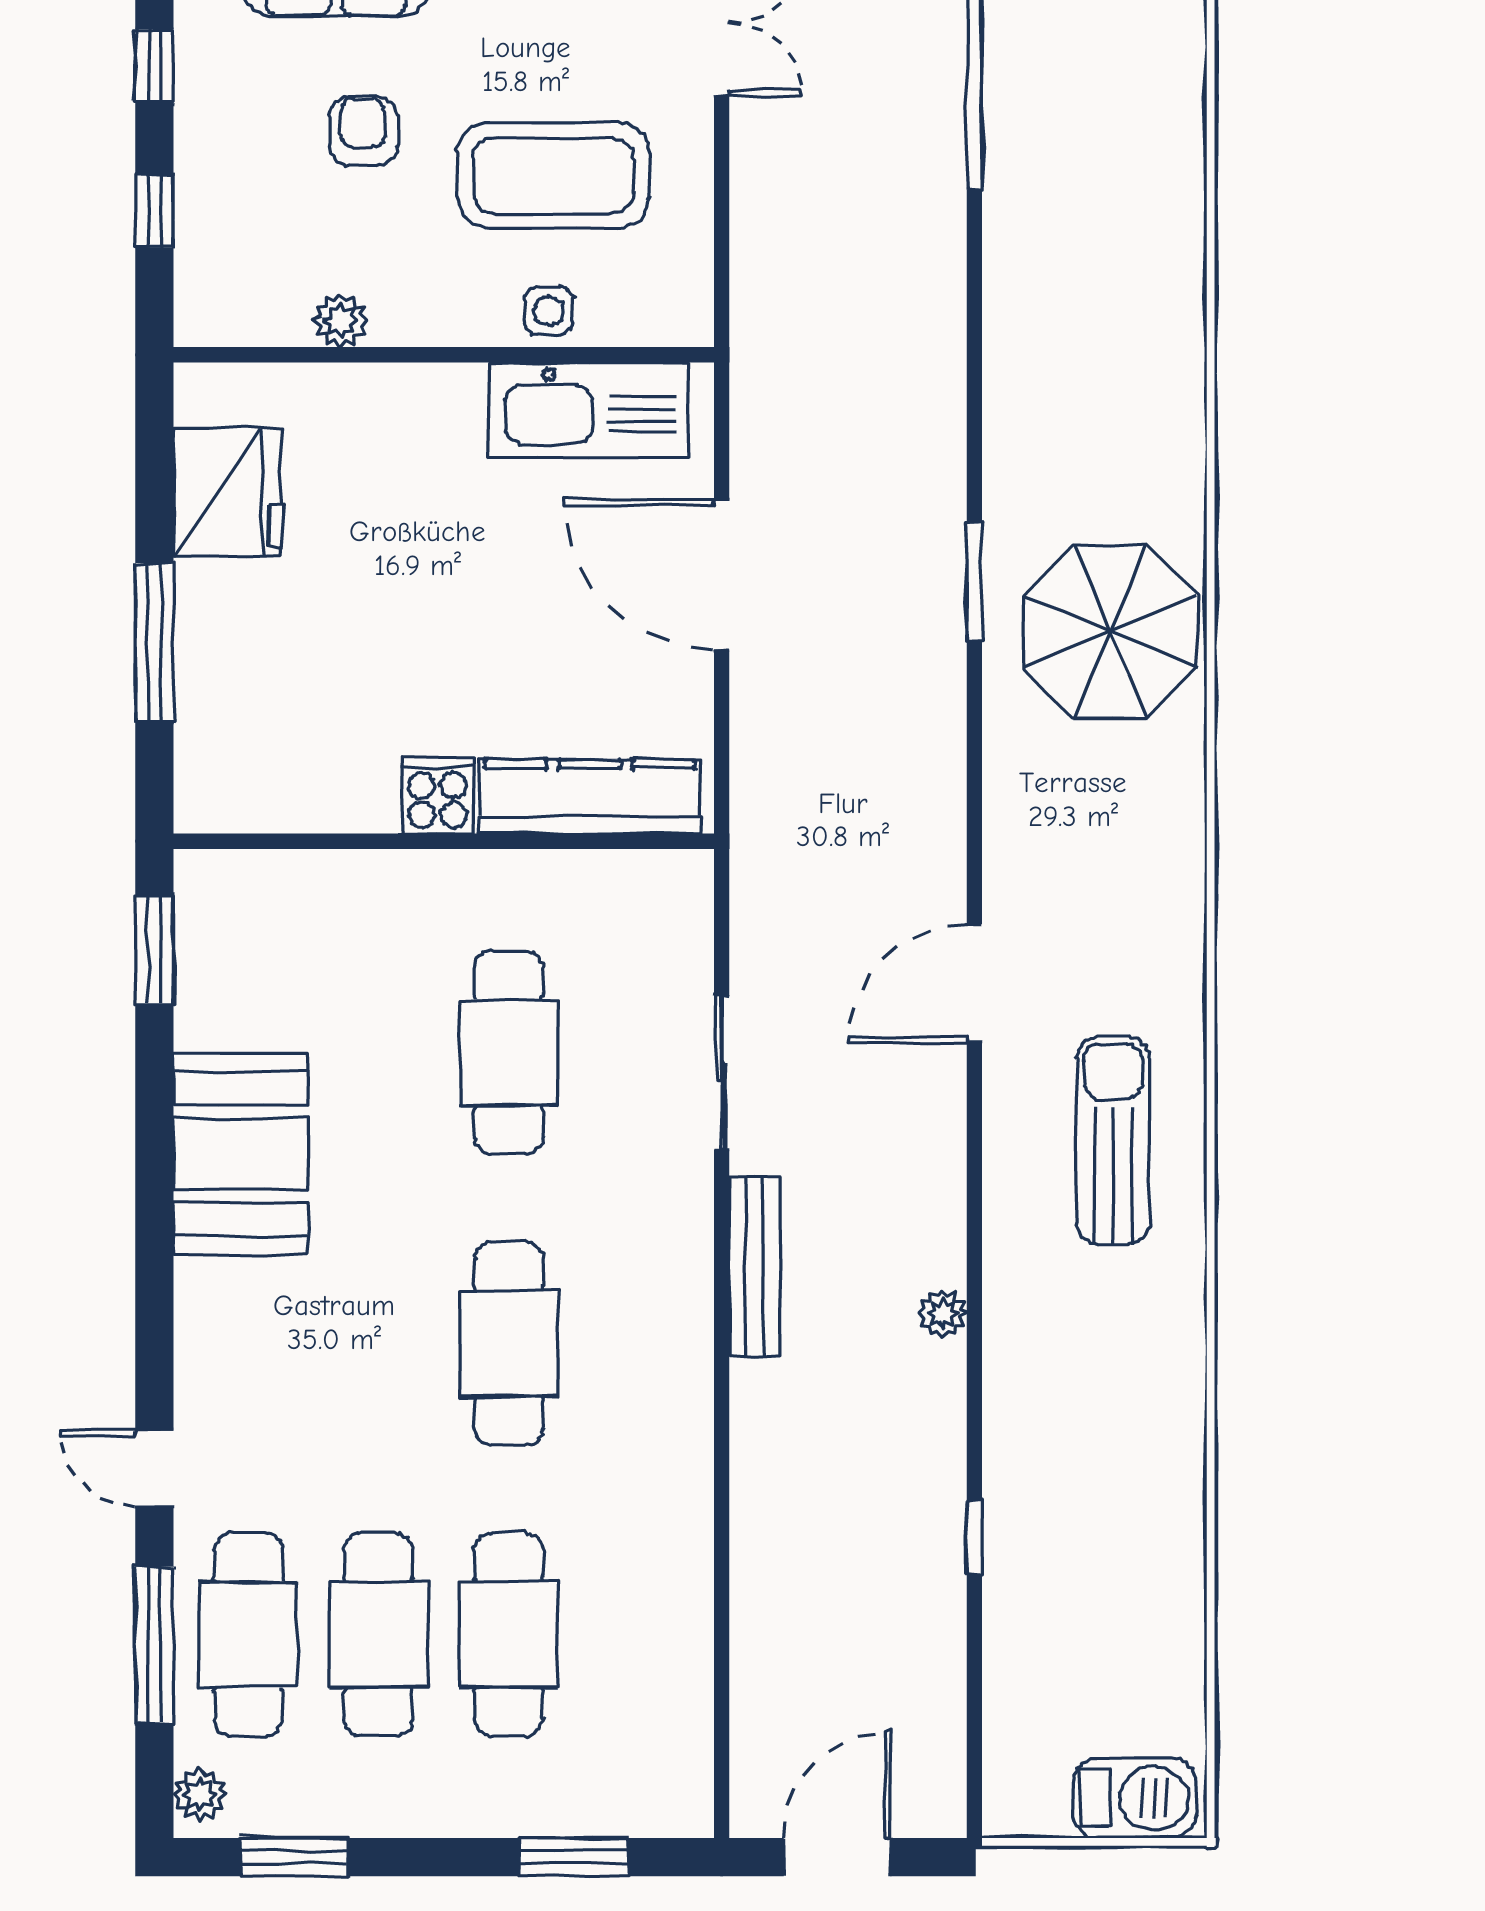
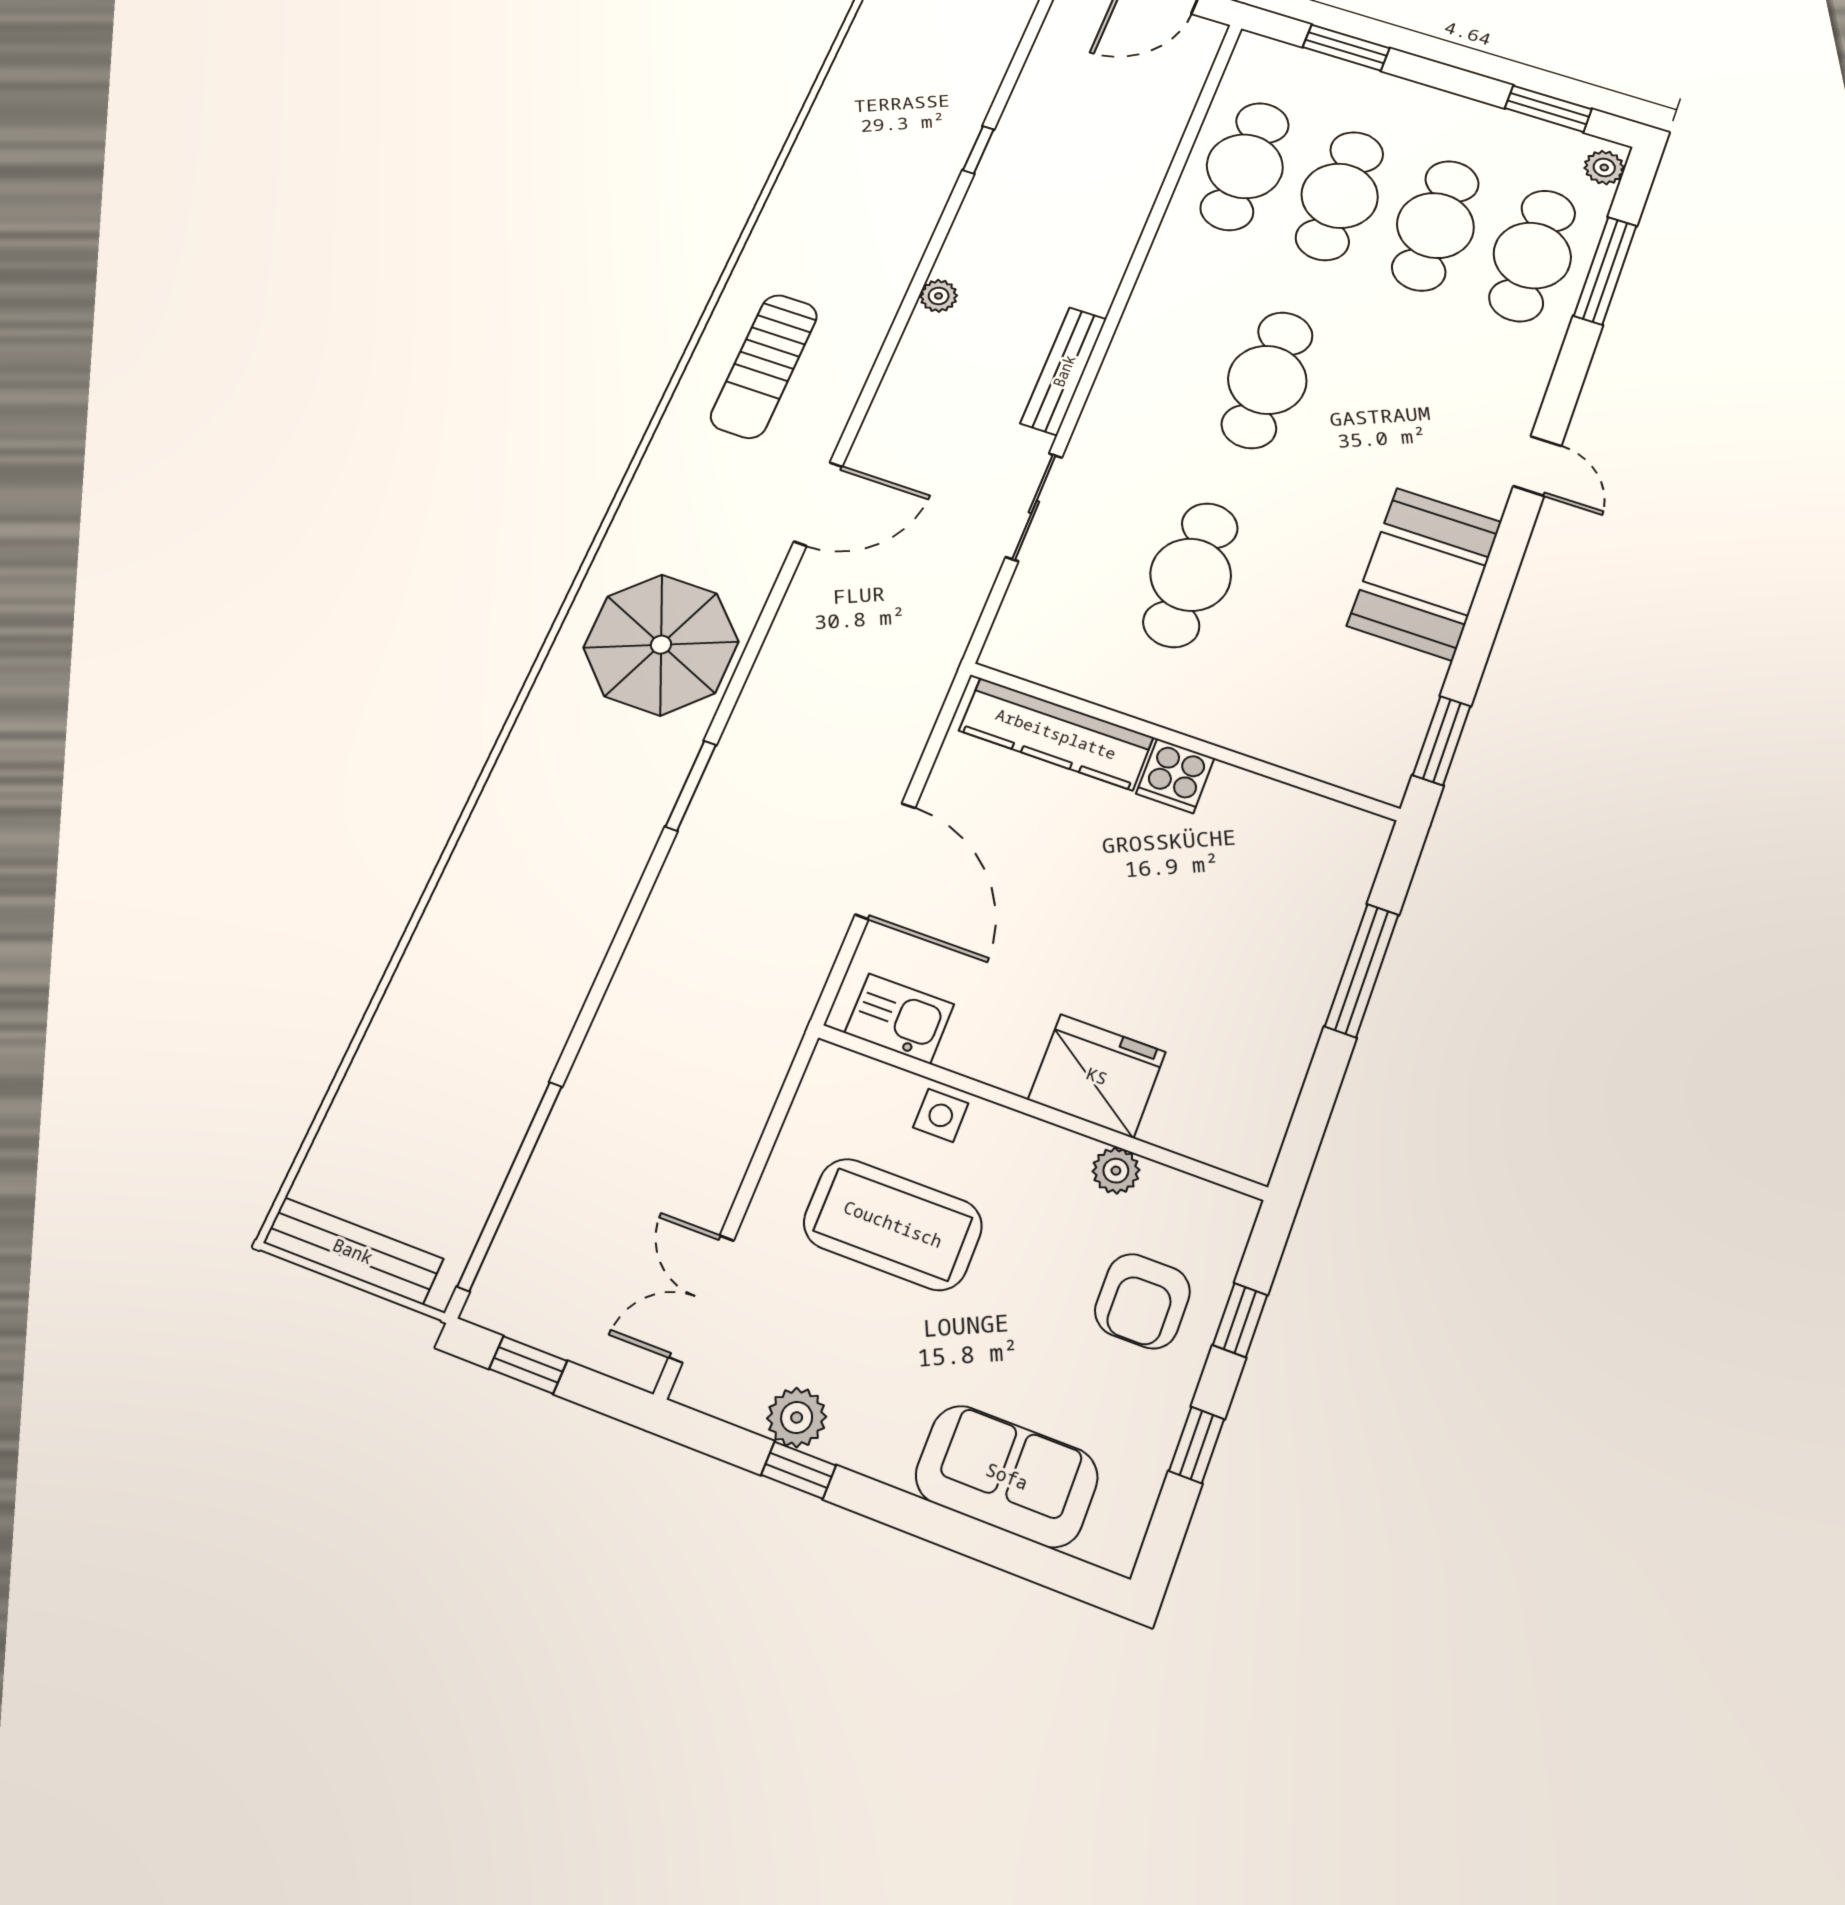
armchair: (363, 131) -> (1142, 1301), moved, width x1.38, depth x1.38
kitchen sink: (589, 410) -> (899, 1019), width x0.53, depth x0.81
fridge: (228, 492) -> (1097, 1076), moved, turned 90
parasol: (1110, 632) -> (661, 645), moved
door: (154, 1469) -> (1537, 466), moved
cafe table: (639, 1634) -> (1245, 166), added

